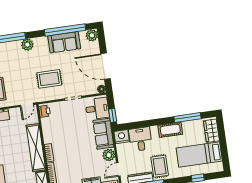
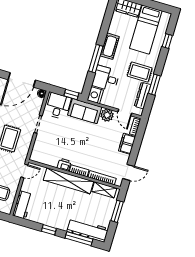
door: (27, 105) -> (24, 171), hinge flipped
printer: (44, 111) -> (64, 165), moved
window: (188, 118) -> (96, 59), moved

